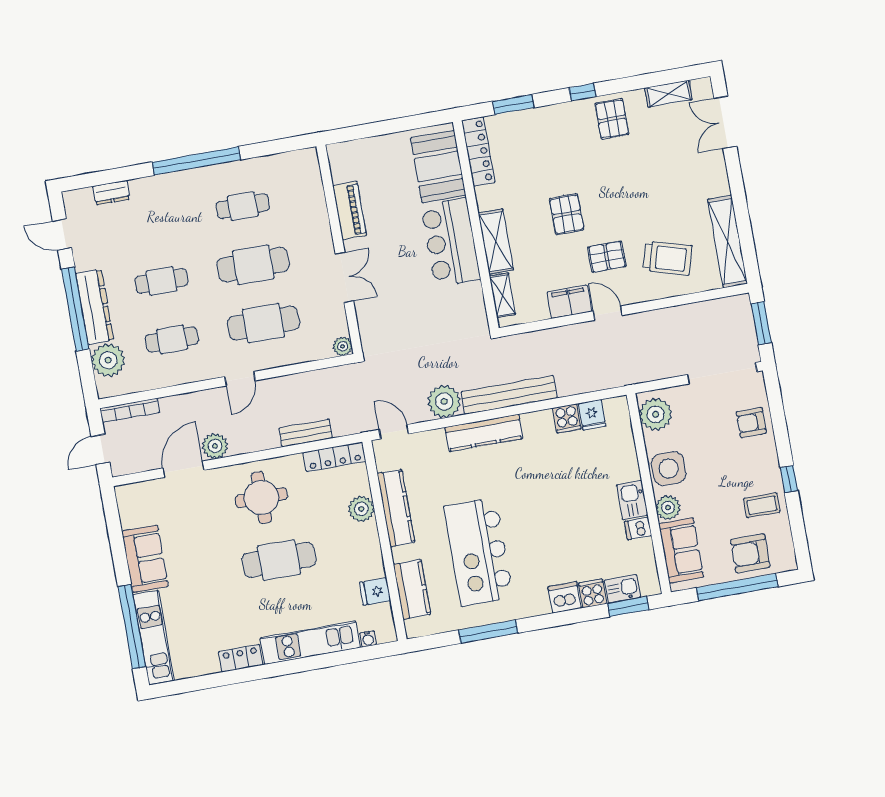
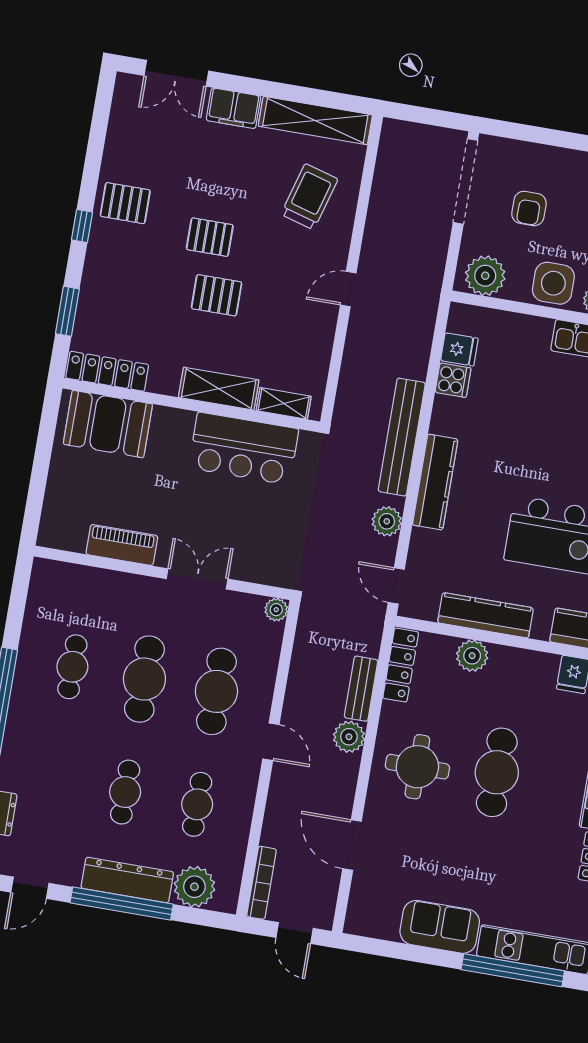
shelving: (668, 94) -> (119, 127), removed
bar counter: (451, 242) -> (244, 448), moved
pallet: (607, 257) -> (210, 237), moved, turned 90
filing cabinet: (569, 302) -> (234, 108), moved, turned -90
window: (761, 323) -> (424, 115), removed
plant: (444, 401) -> (387, 521), width x0.73, depth x0.73
armchair: (751, 422) -> (529, 208), moved
door: (394, 432) -> (396, 586), hinge flipped
plant: (215, 446) -> (349, 737), moved

